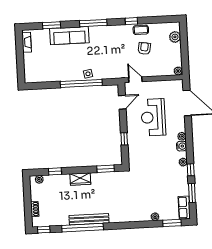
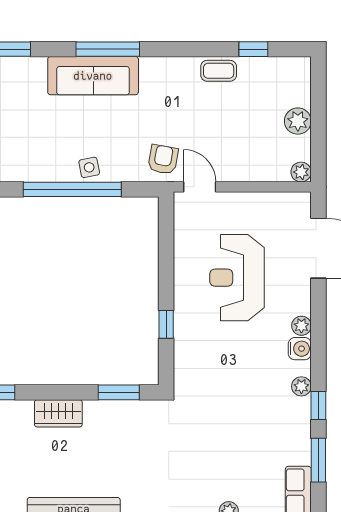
window: (131, 21) -> (253, 49), moved
sofa: (69, 36) -> (93, 76), moved
plant: (175, 37) -> (298, 121), moved
armchair: (144, 48) -> (163, 159), moved
door: (122, 102) -> (166, 238), removed

